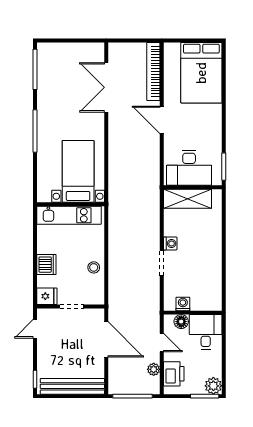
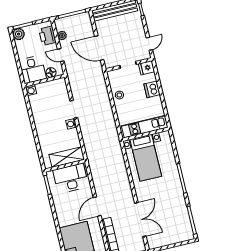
door: (162, 120) -> (97, 207), swing flipped
washing machine: (183, 304) -> (31, 90), moved

